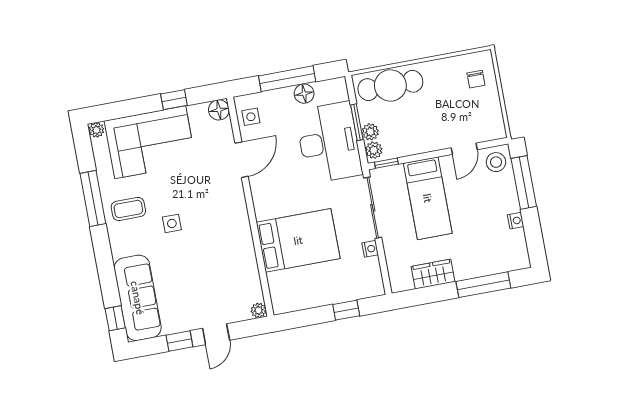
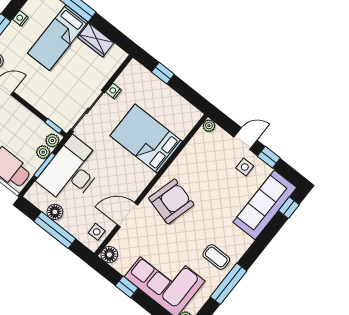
bed: (428, 198) -> (58, 38), moved, turned 180
armchair: (218, 212) -> (171, 201), added
side table: (172, 223) -> (245, 167), moved

